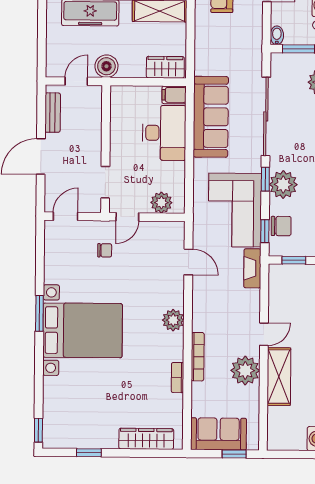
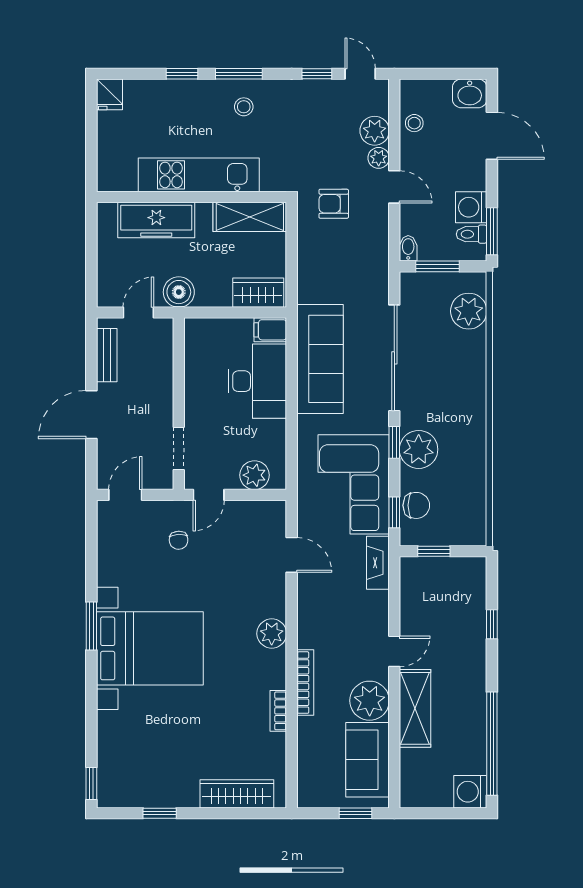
chair: (105, 250) -> (179, 540), turned 87
sofa: (218, 434) -> (368, 760), moved, turned -90

